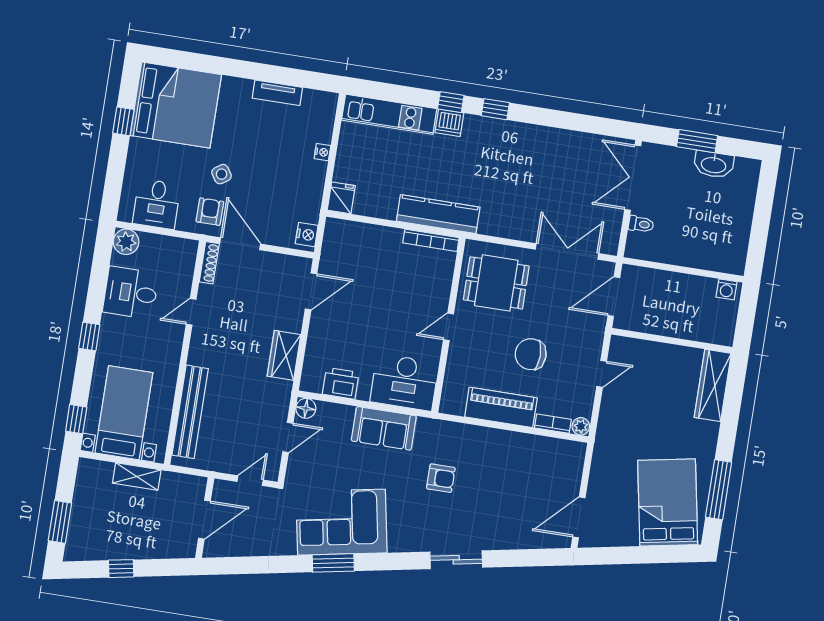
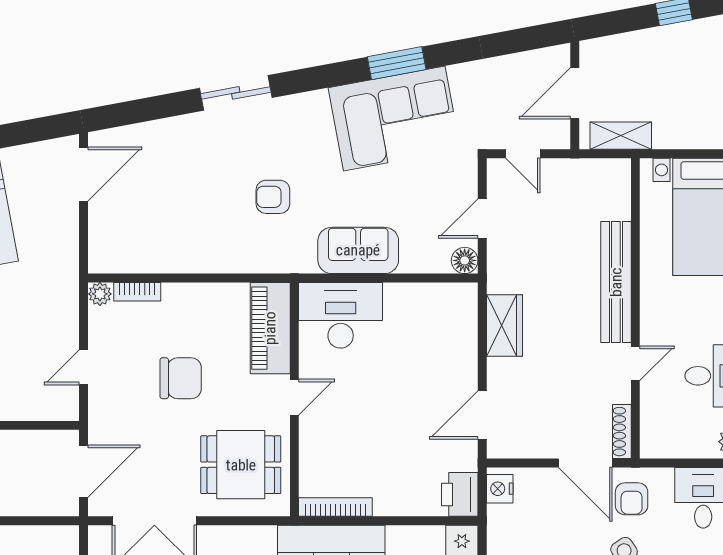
printer: (341, 383) -> (460, 494), moved, turned 90
piano: (501, 407) -> (270, 328), moved, turned 90
bench: (190, 412) -> (616, 282), moved
shelving: (137, 477) -> (621, 136), moved
door: (250, 481) -> (523, 154), hinge flipped

